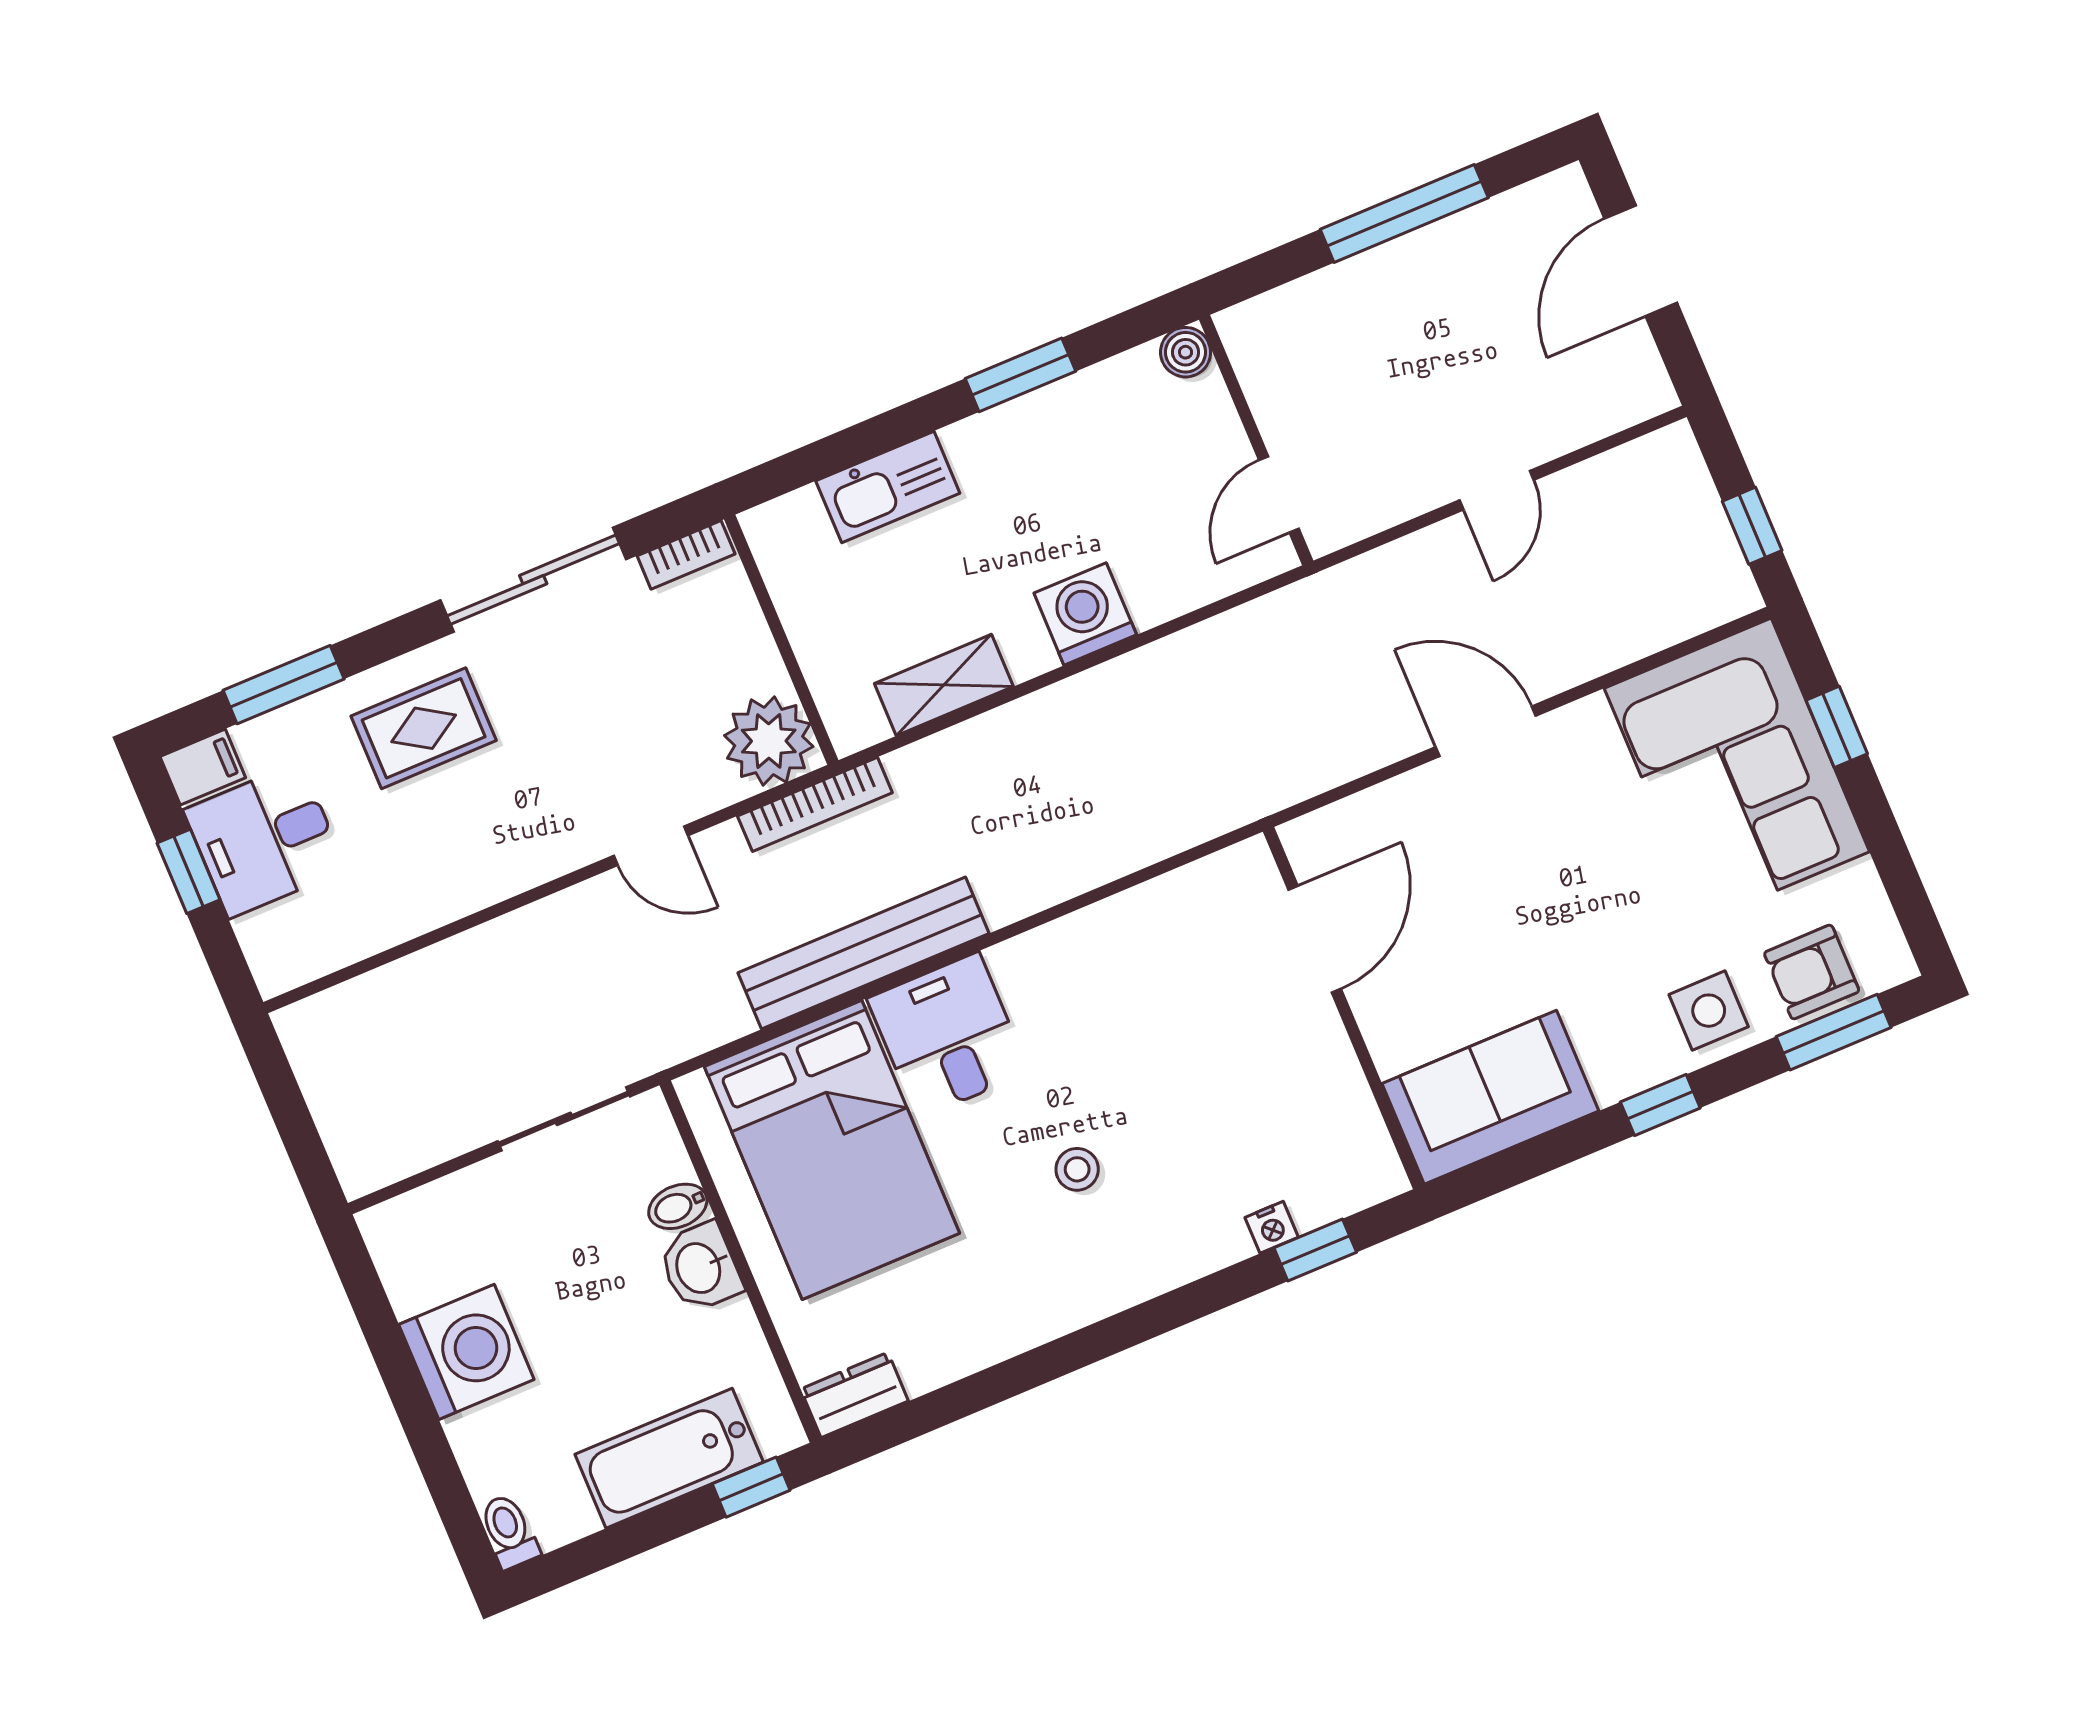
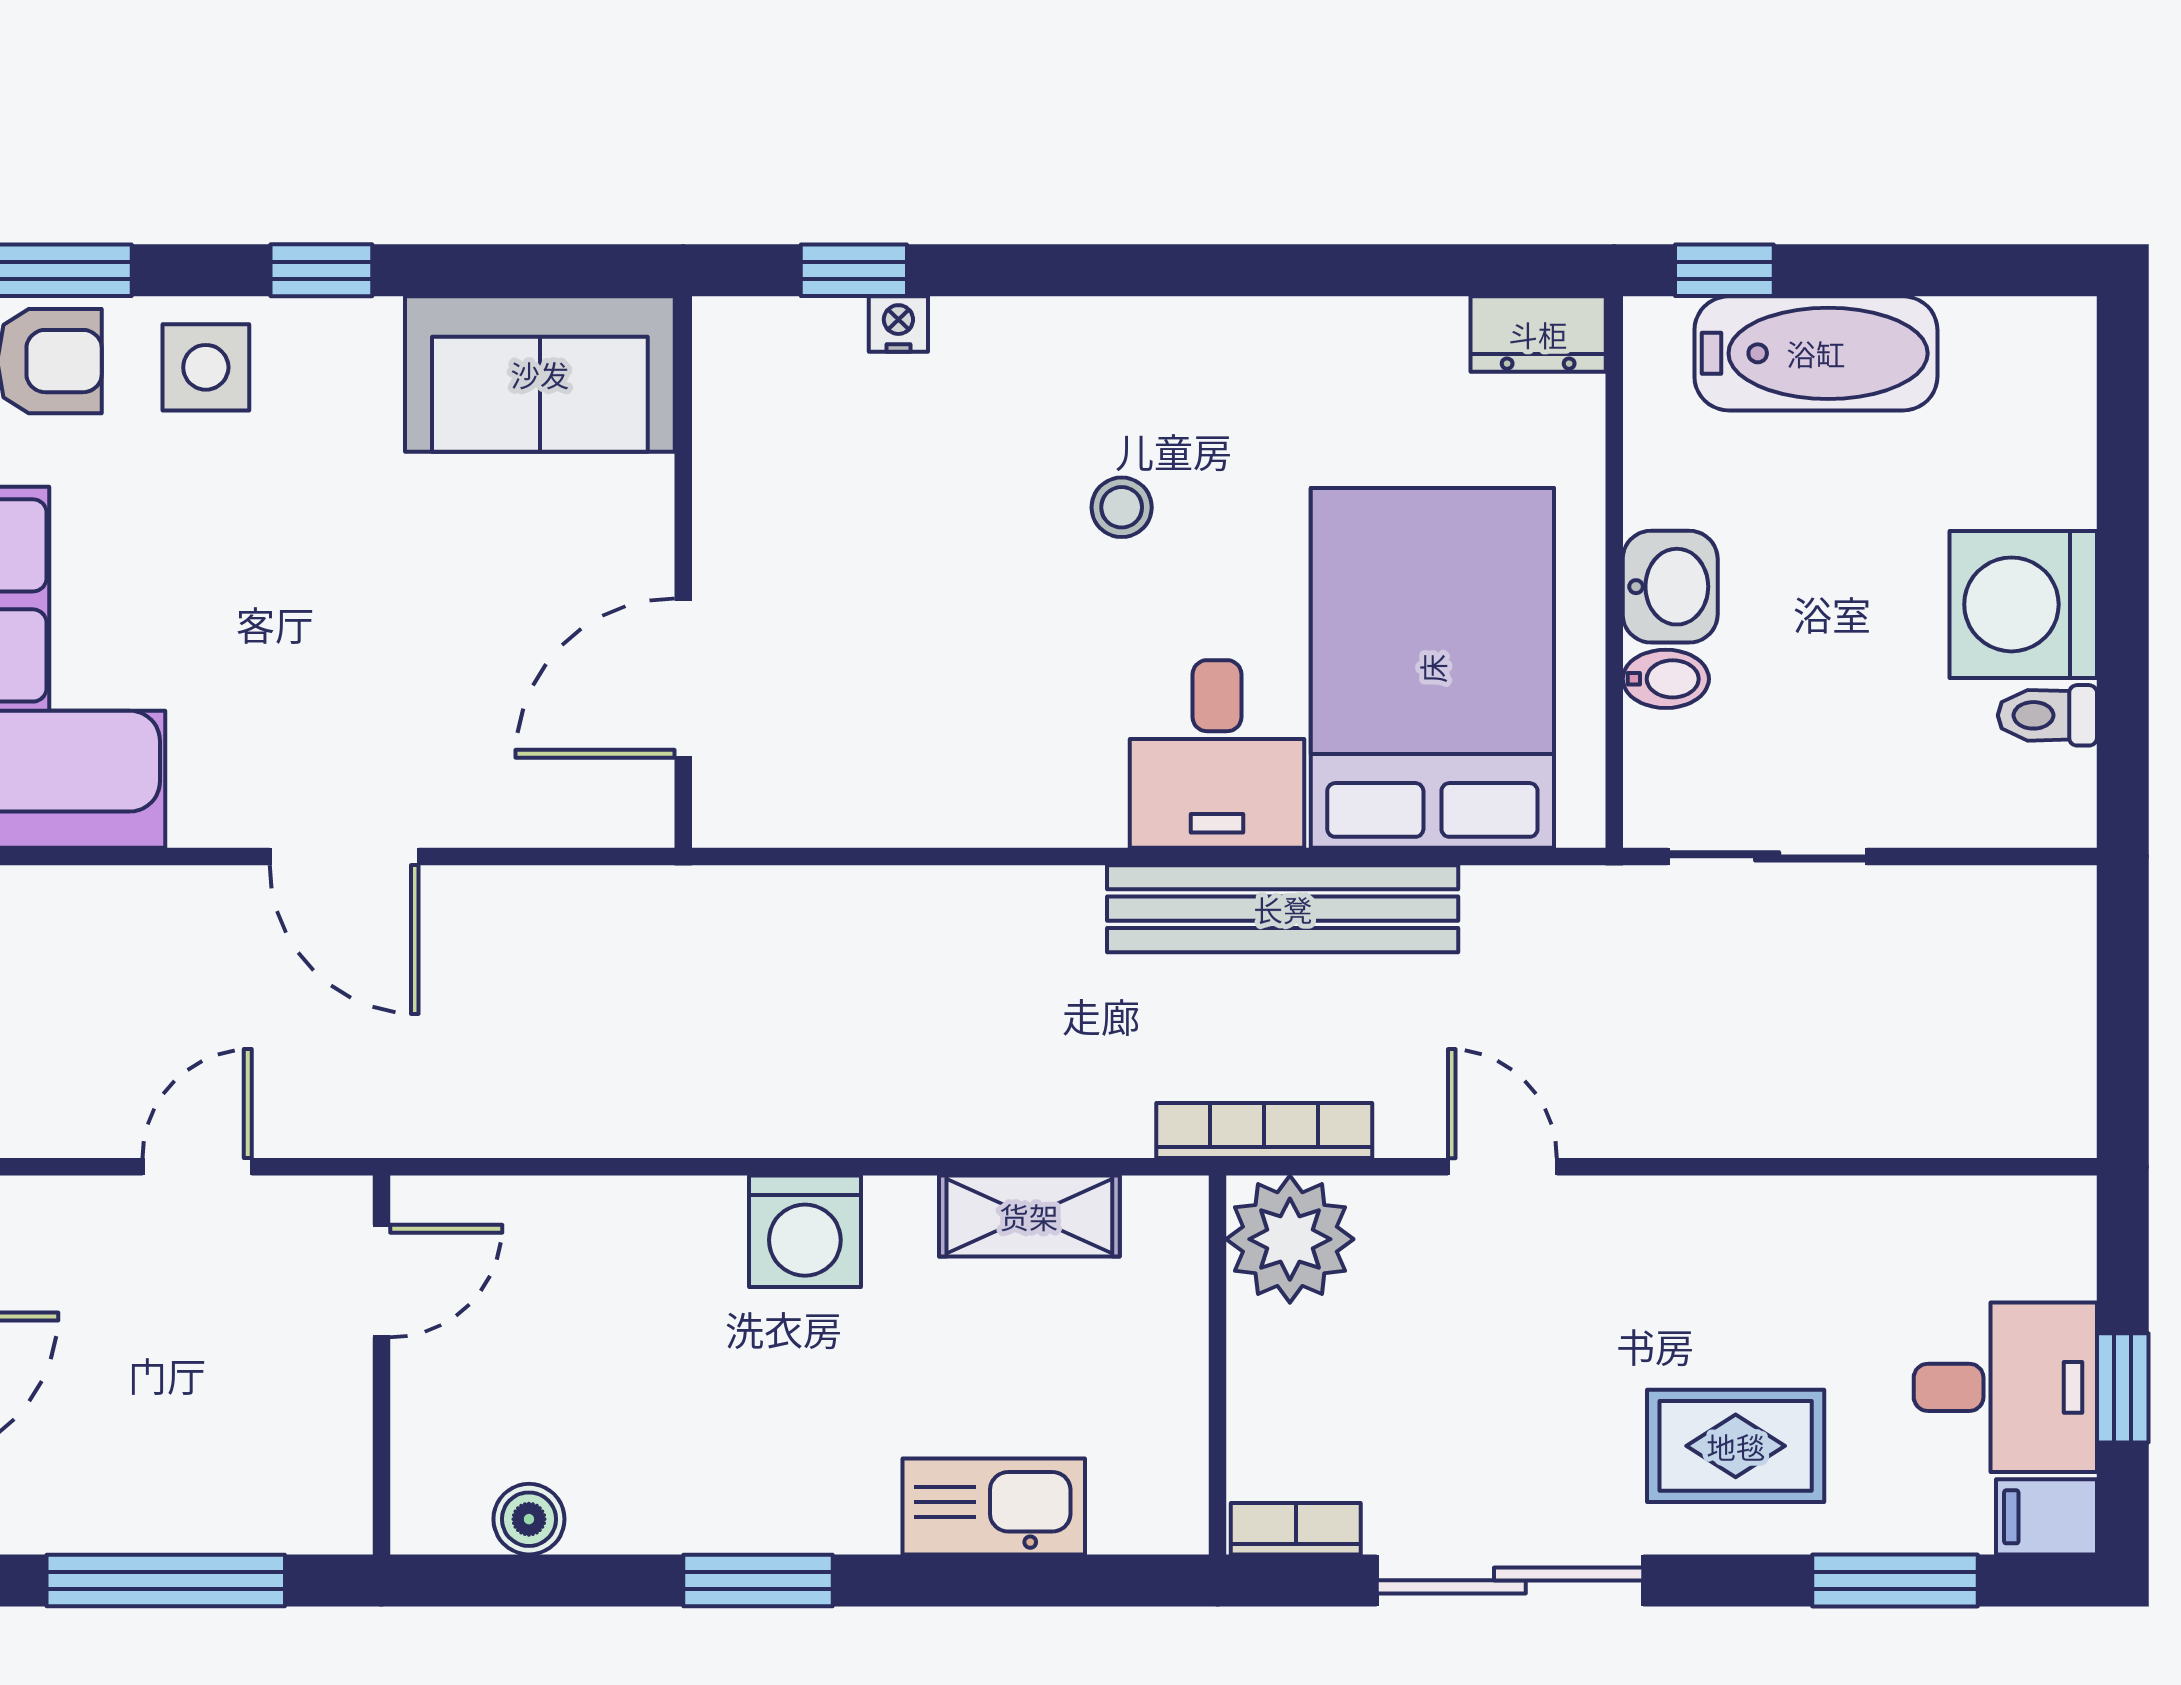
wall: (1256, 440) -> (381, 1365), moved
door: (1279, 494) -> (381, 1281), moved
toilet: (509, 1531) -> (2047, 715), moved, turned 90

